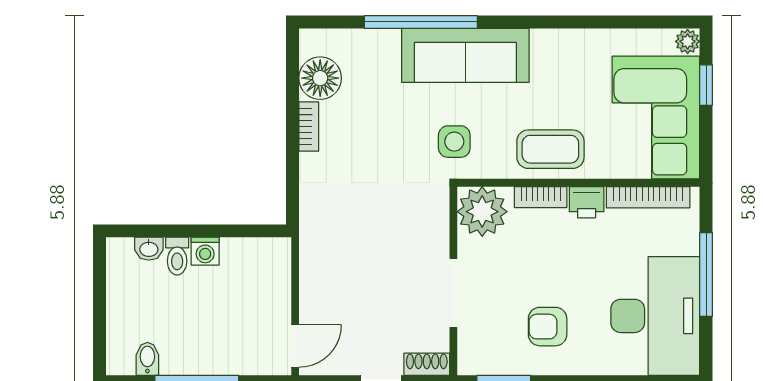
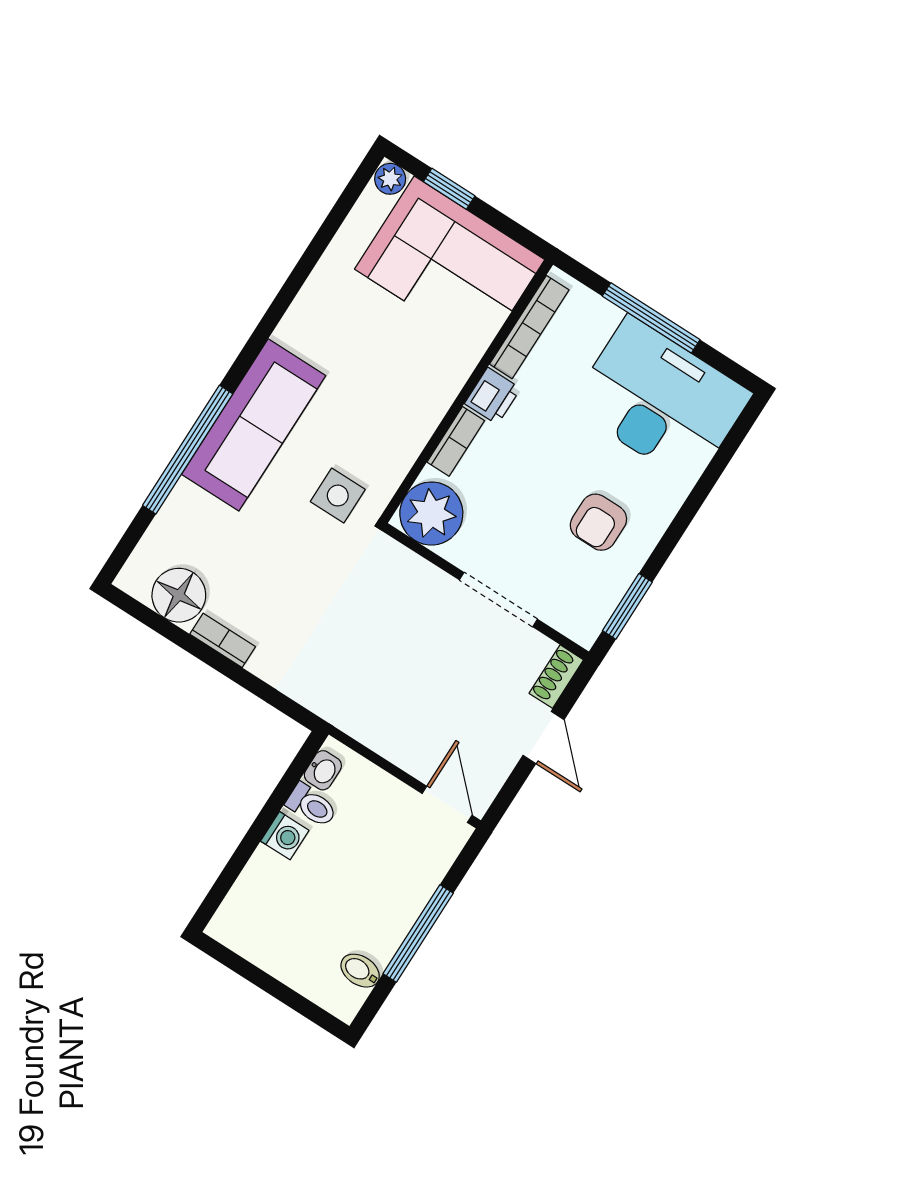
coffee table: (550, 149) -> (411, 398), removed
washbasin: (149, 249) -> (323, 770), moved
toilet: (177, 256) -> (312, 805), moved

